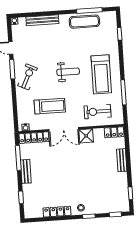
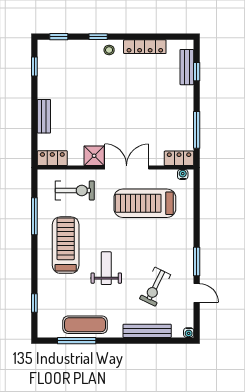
weight bench: (68, 72) -> (106, 268), moved, turned 90
exercise bike: (28, 77) -> (155, 287), moved
treadmill: (50, 106) -> (145, 203), width x1.37, depth x1.38
locker: (34, 138) -> (179, 158), width x0.66
bench: (26, 171) -> (187, 67), moved

